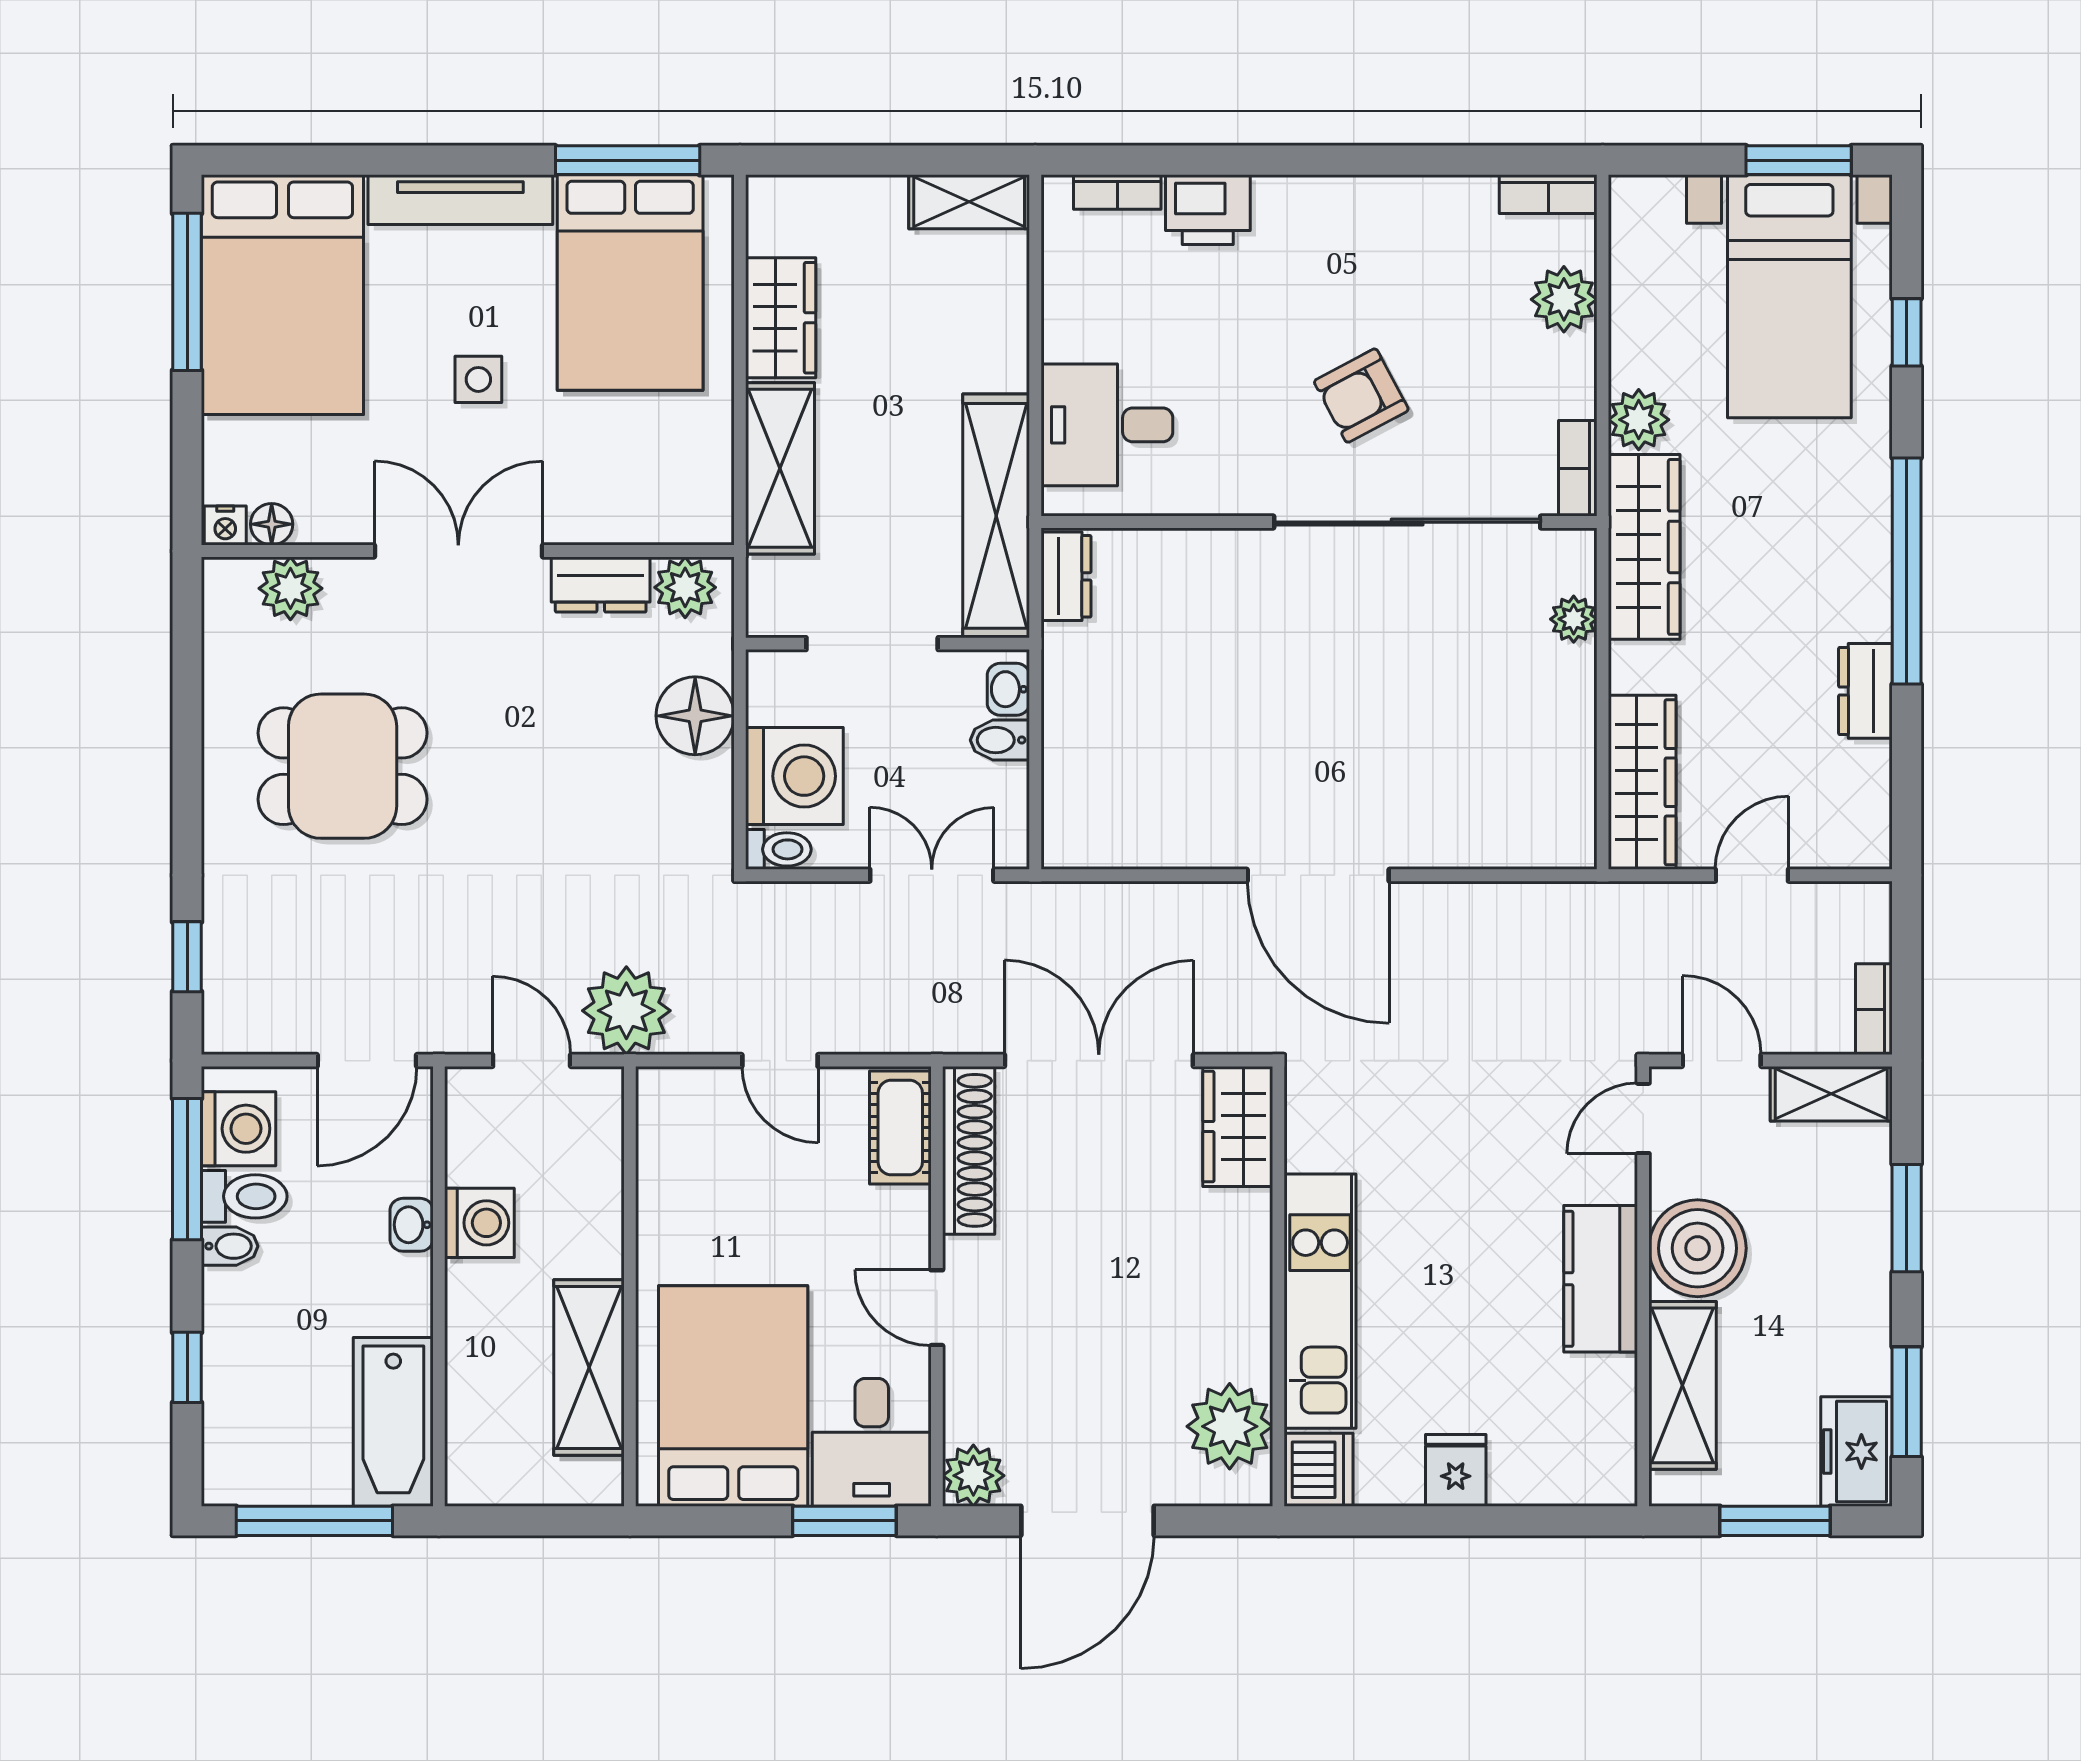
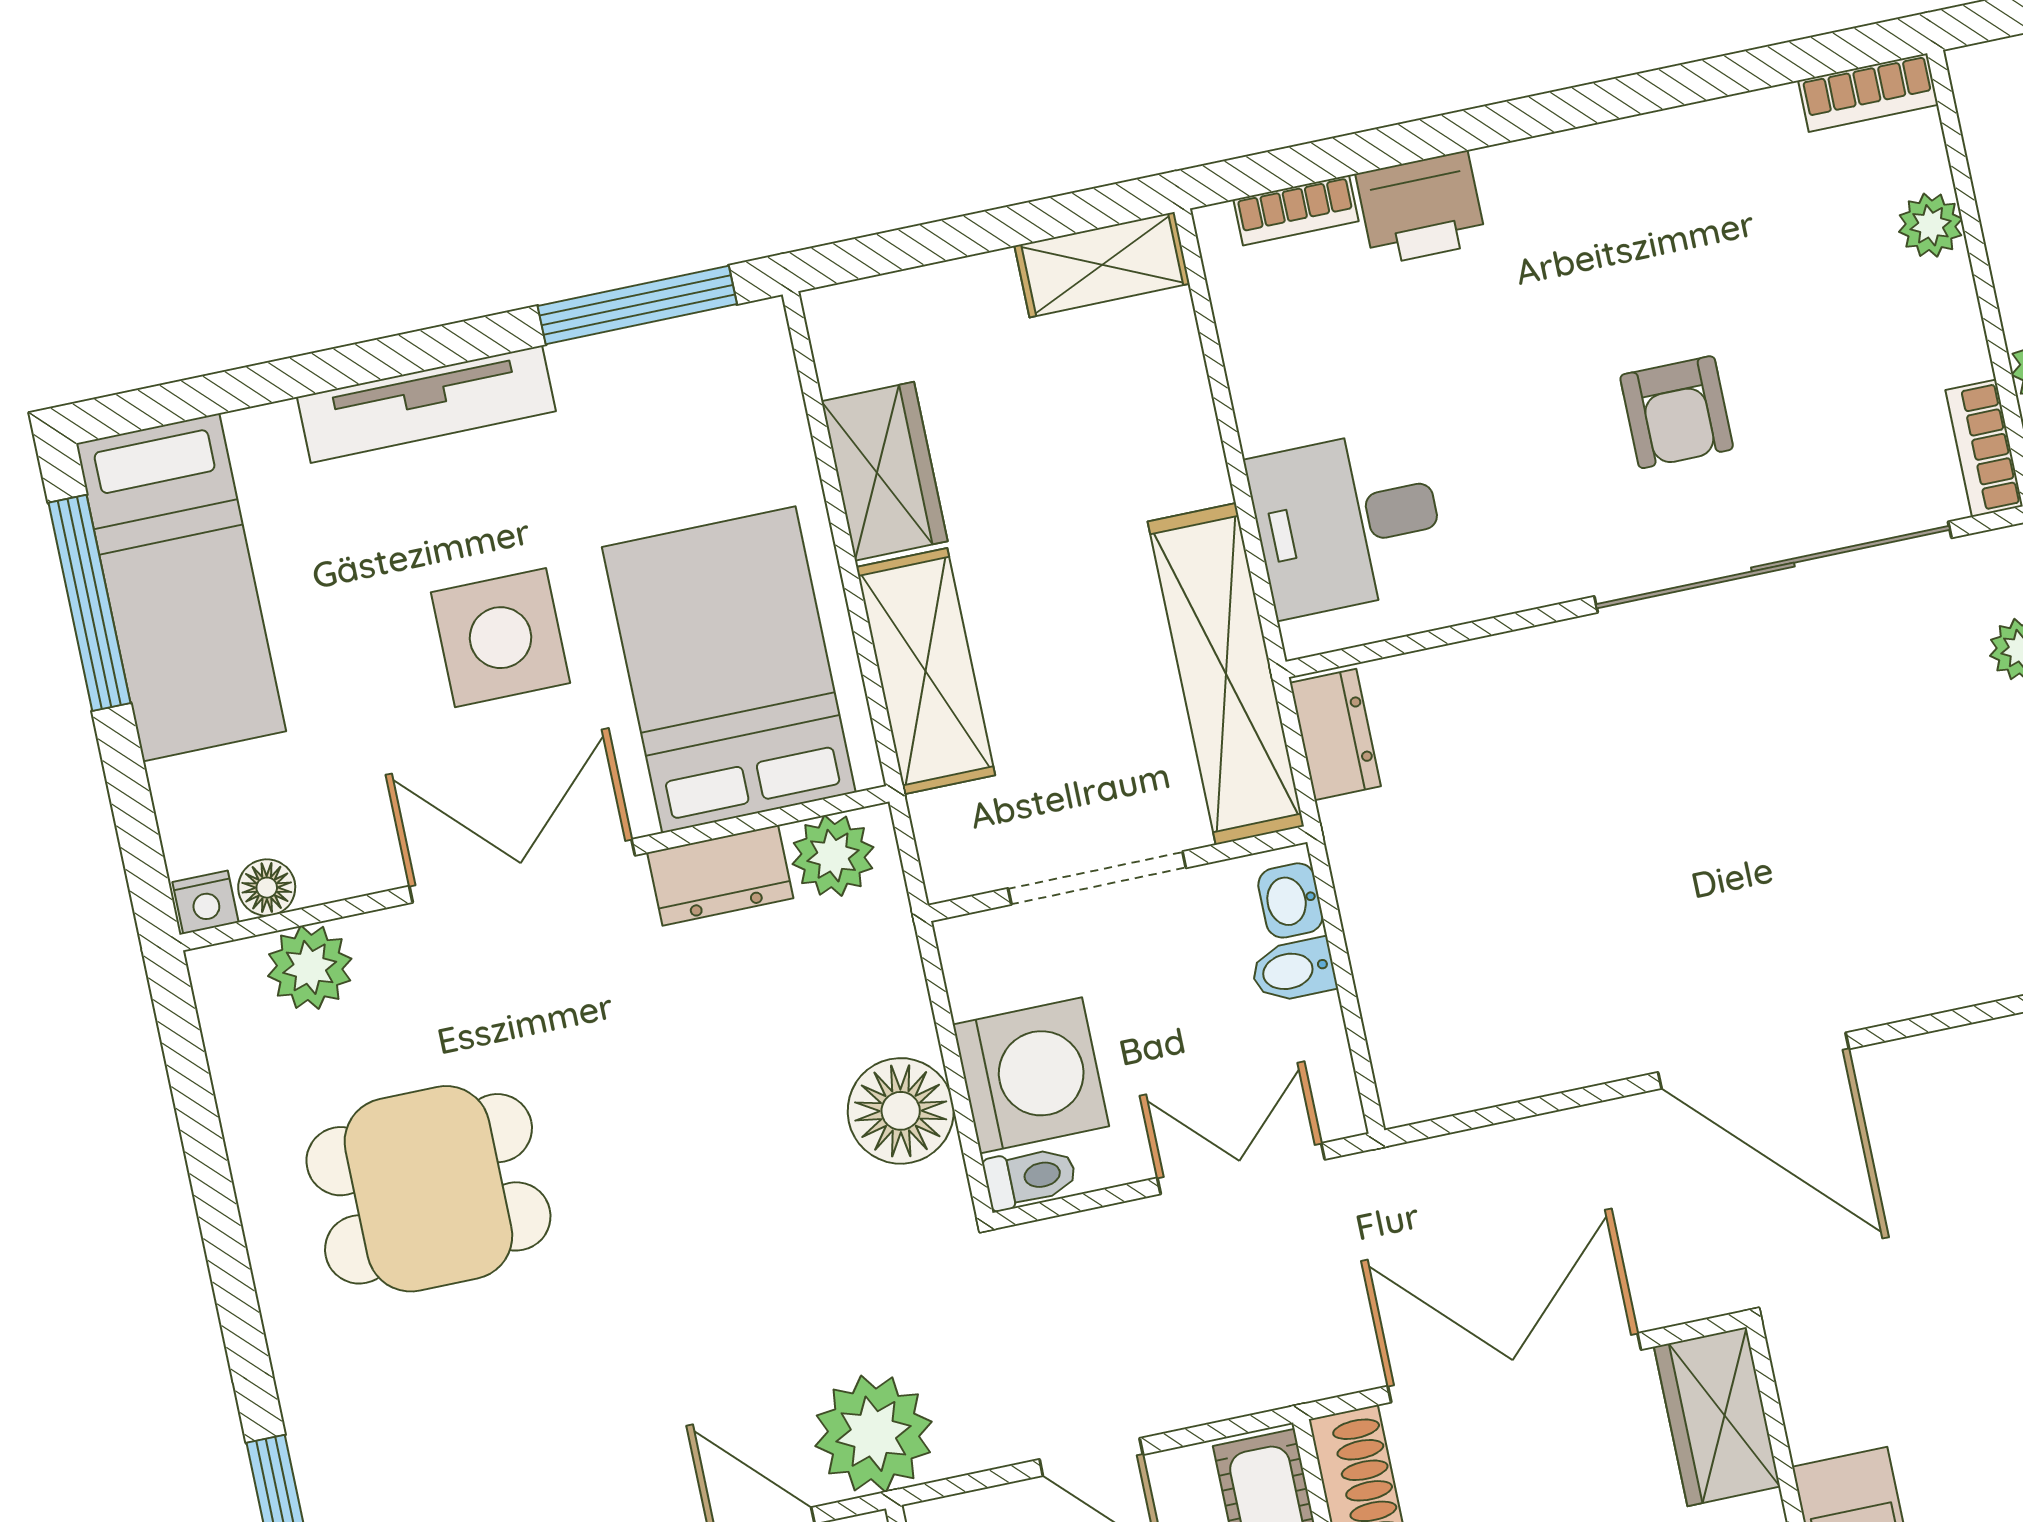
bed: (630, 283) -> (729, 670), moved, turned 180
bed: (282, 295) -> (181, 587), width x0.67
plant: (1564, 299) -> (1931, 225), width x0.73, depth x0.73
side table: (478, 379) -> (501, 638), width x1.87, depth x1.87
armchair: (1361, 396) -> (1677, 412), turned -62
floor lamp: (695, 716) -> (901, 1111), moved

